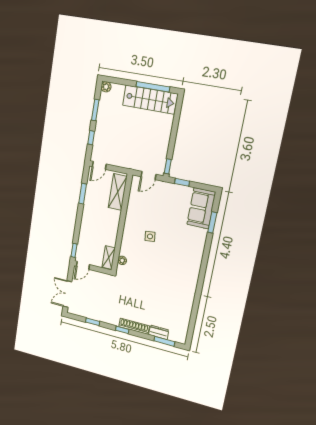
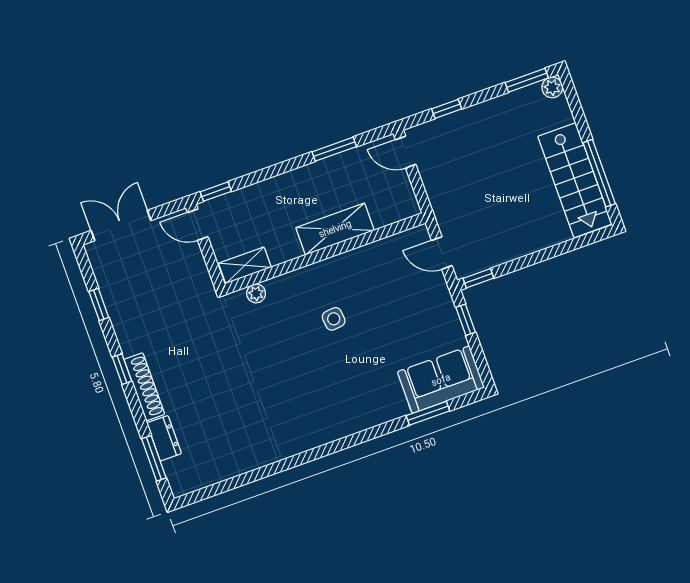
window: (95, 110) -> (527, 80), moved
shelving: (118, 192) -> (335, 229), moved

